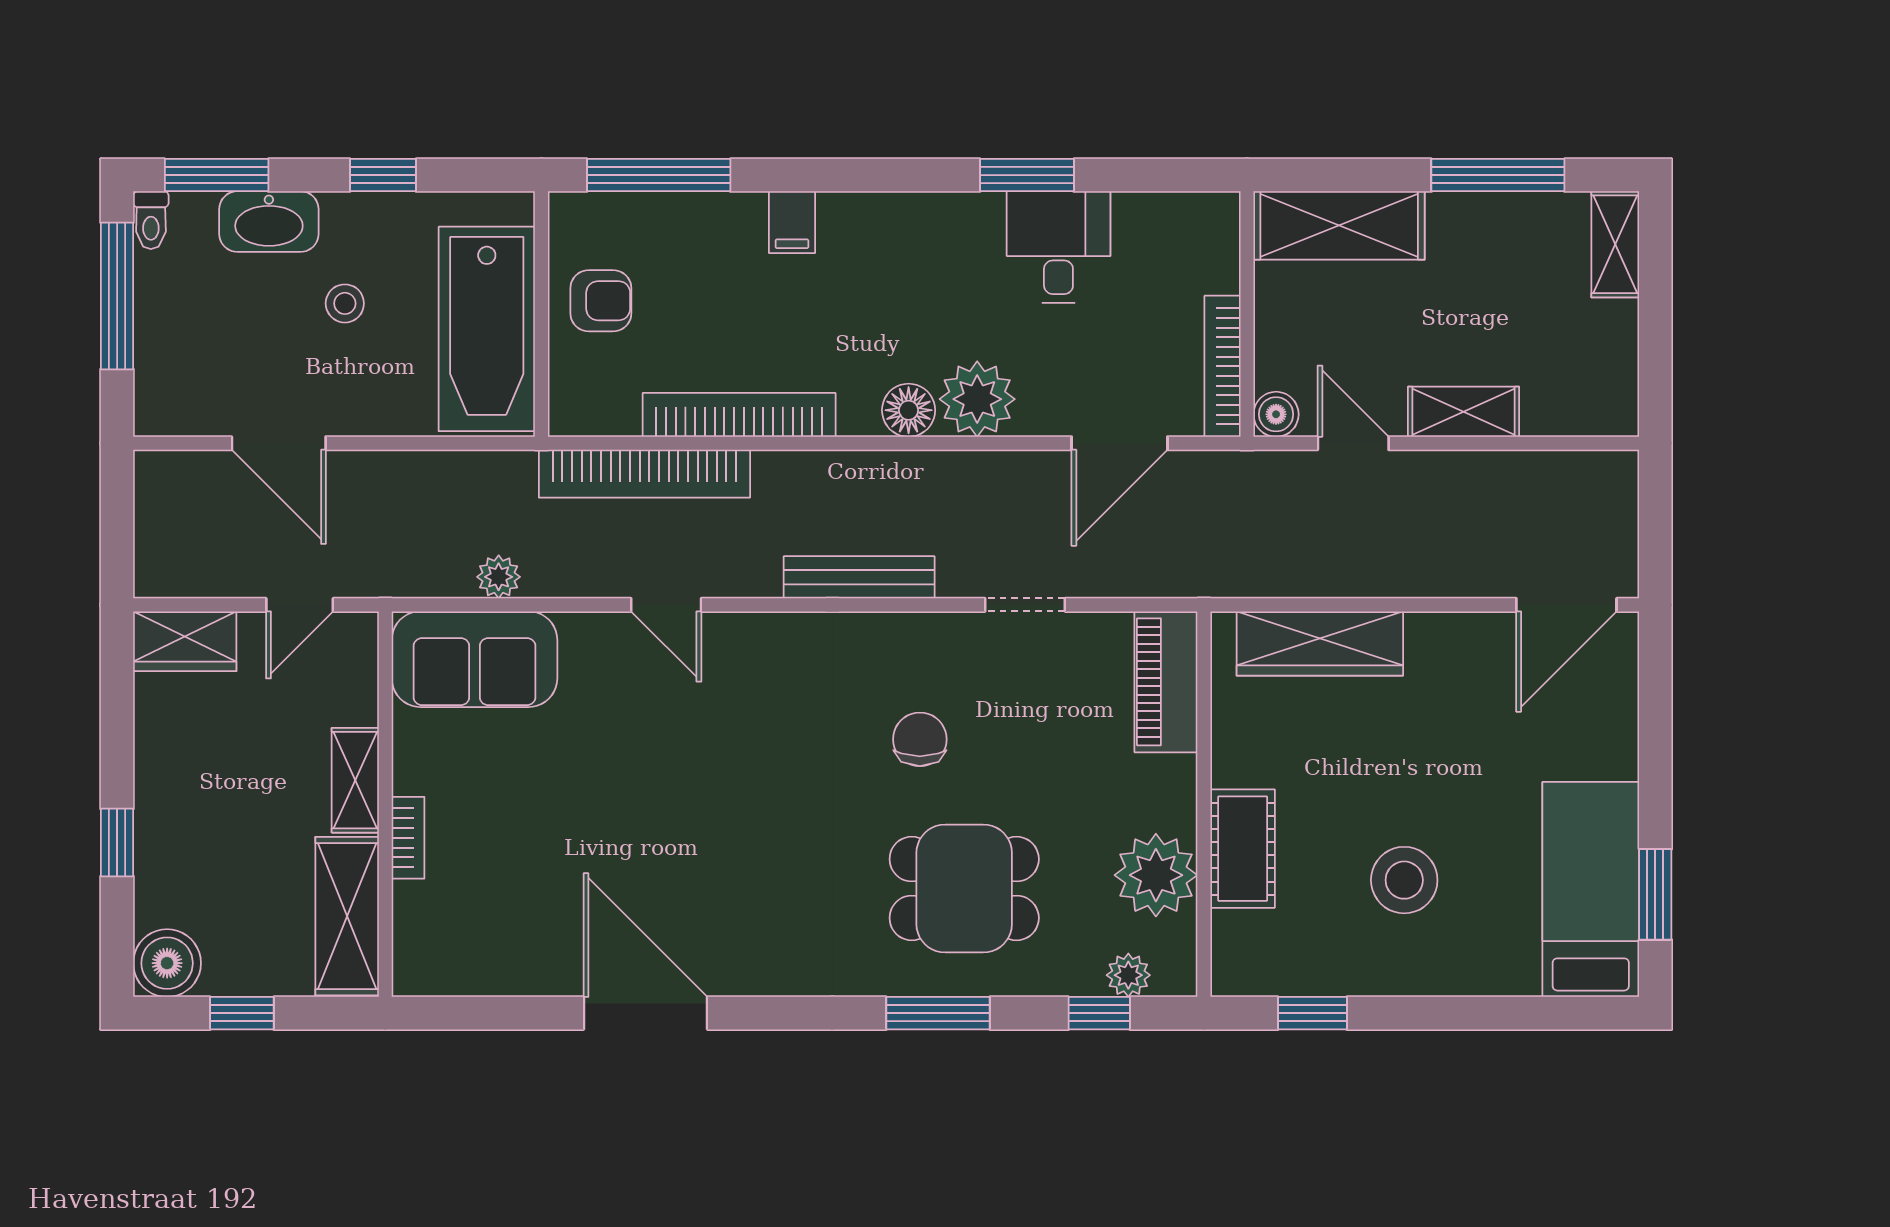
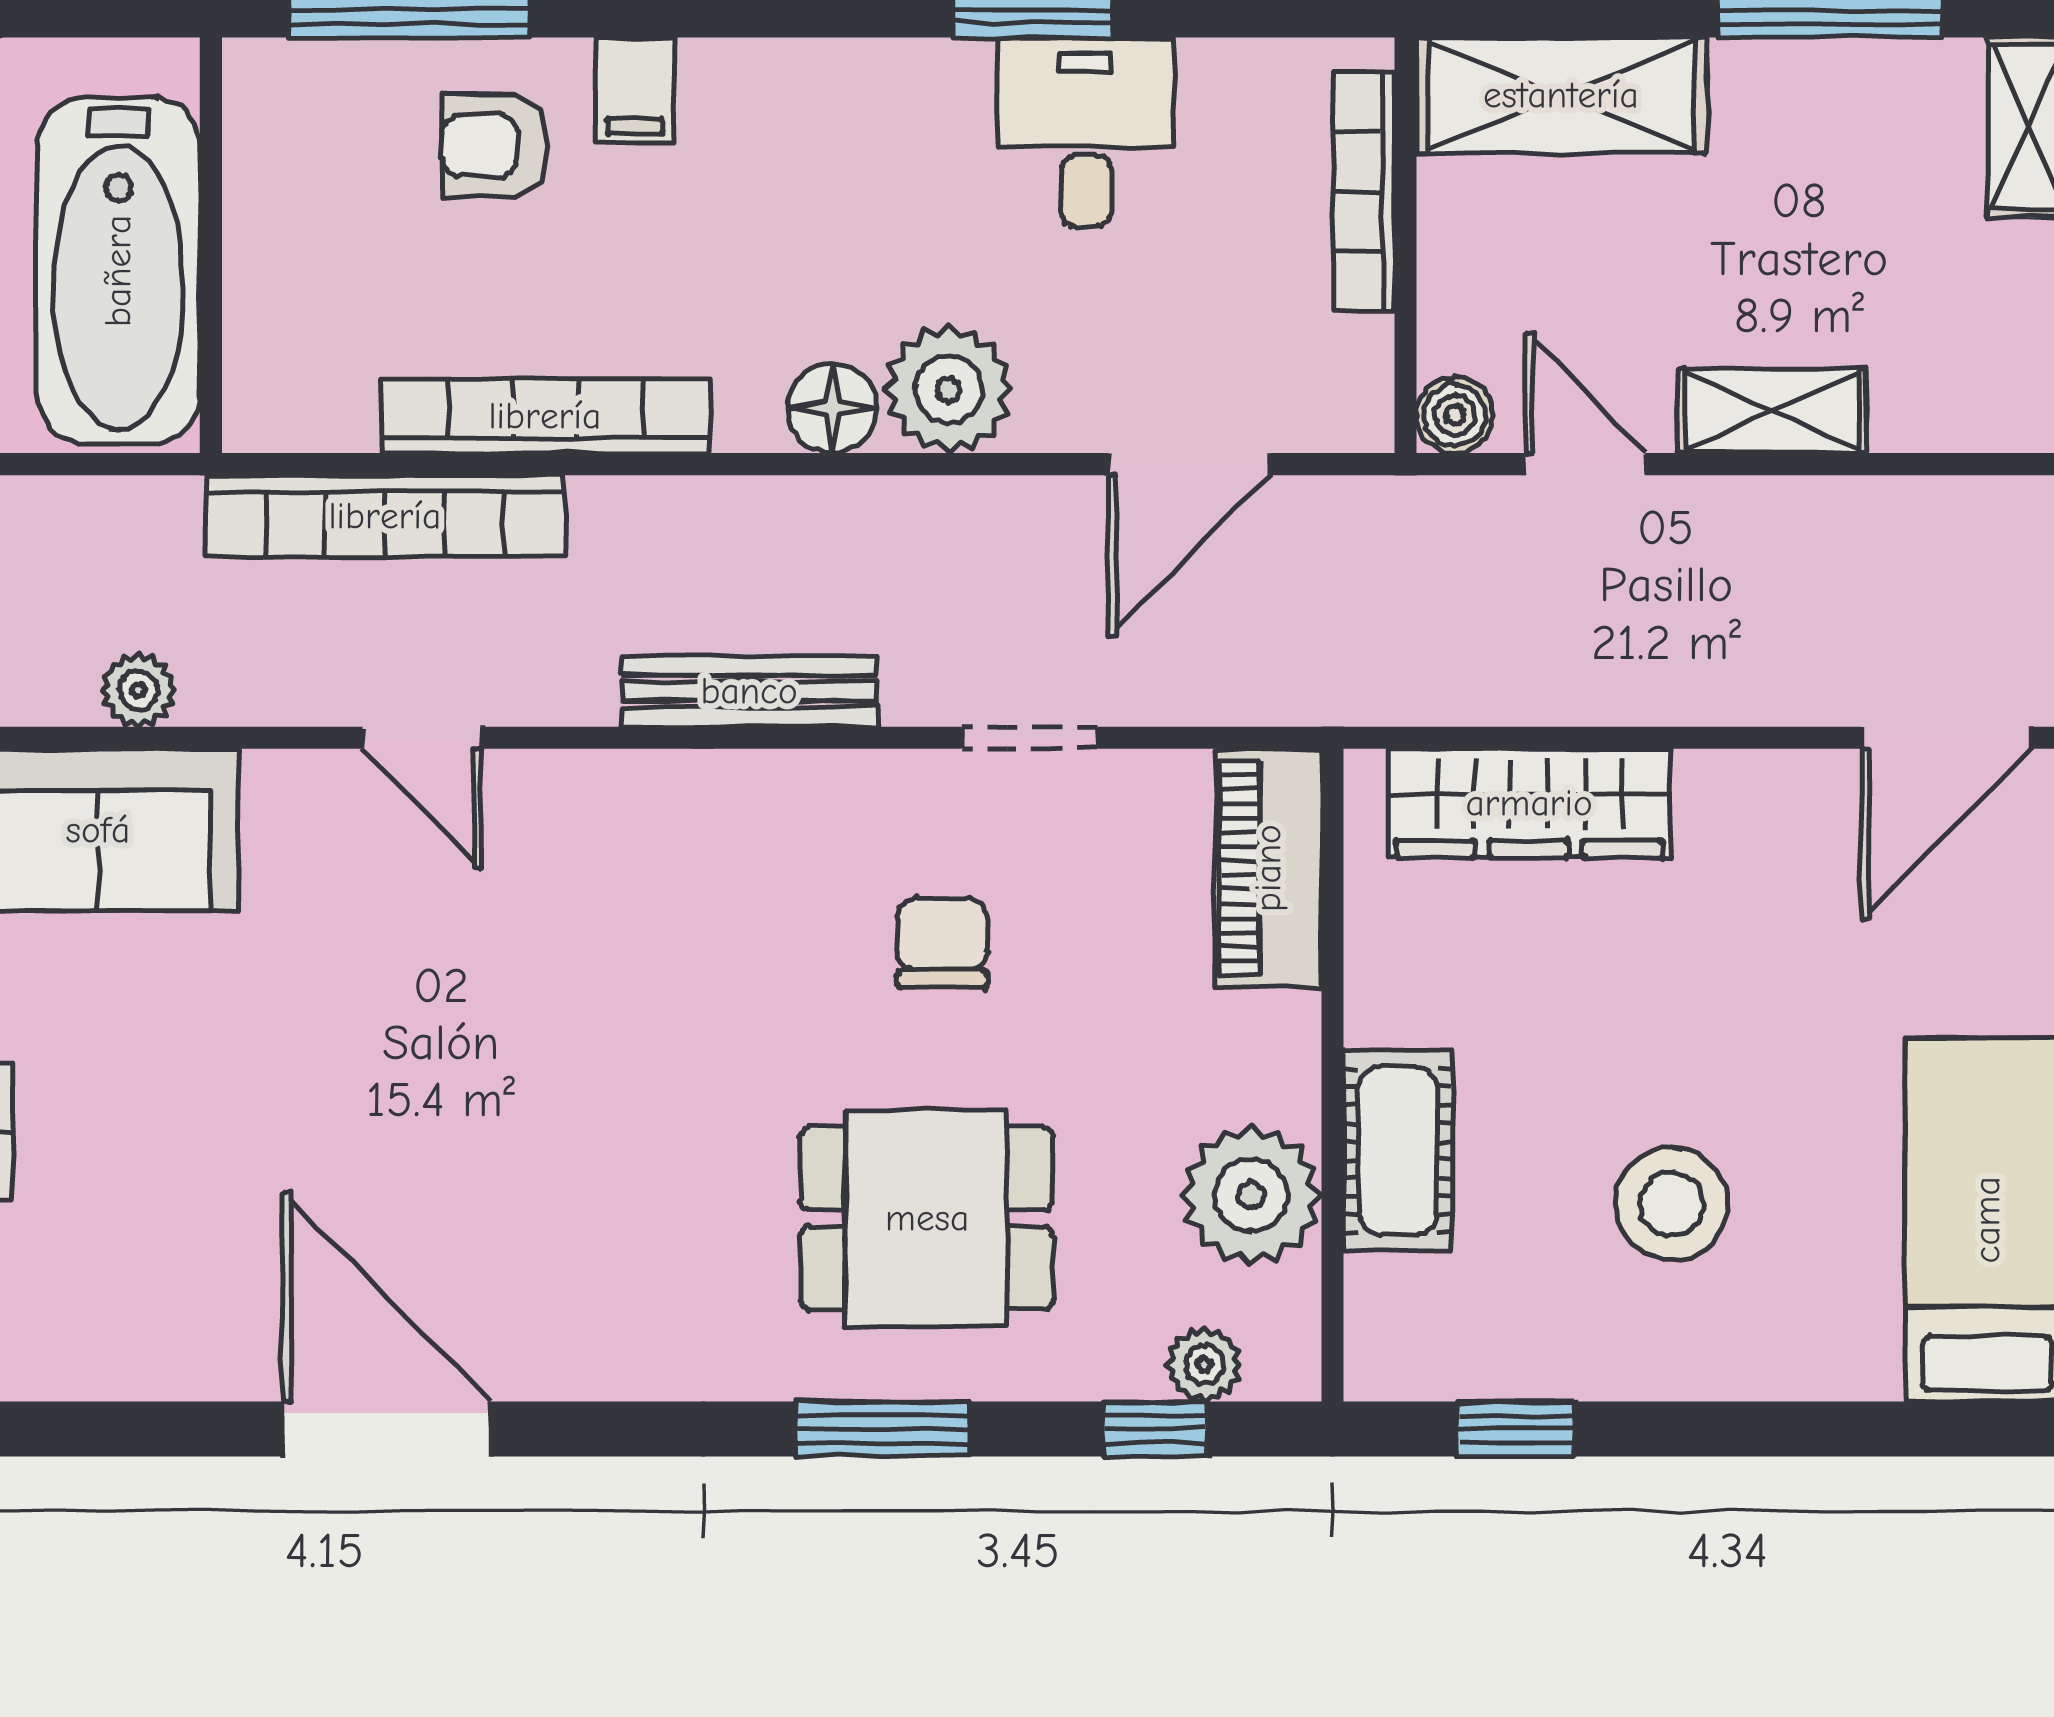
armchair: (601, 301) -> (494, 146), moved, turned 180
bookcase: (1223, 366) -> (1364, 192), moved
chair: (920, 739) -> (942, 943), moved

